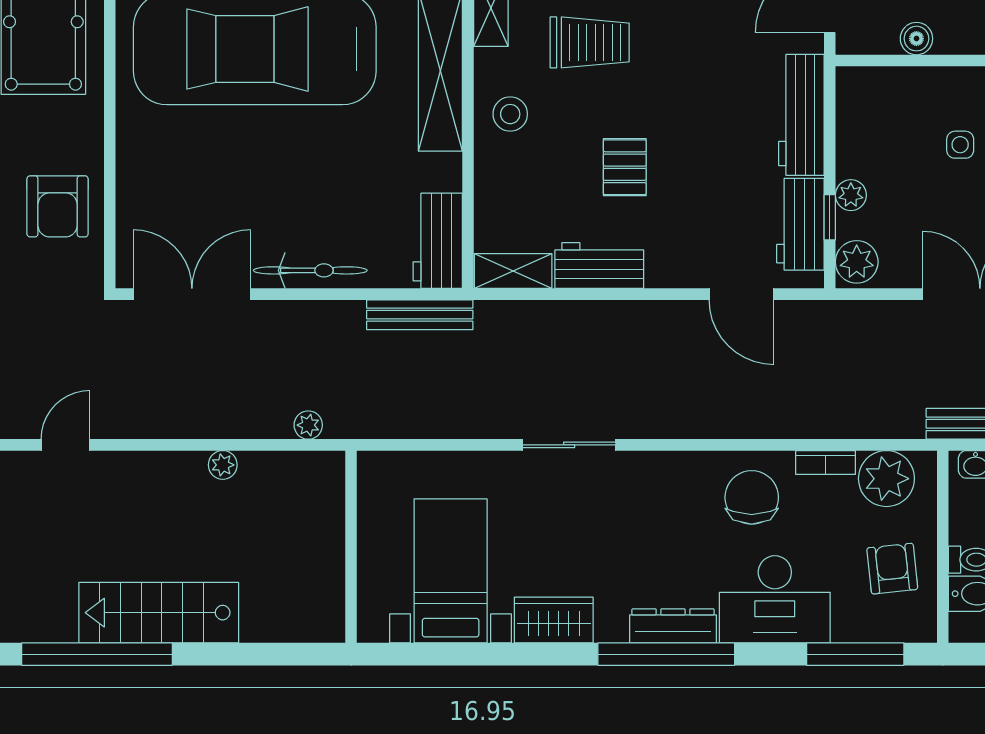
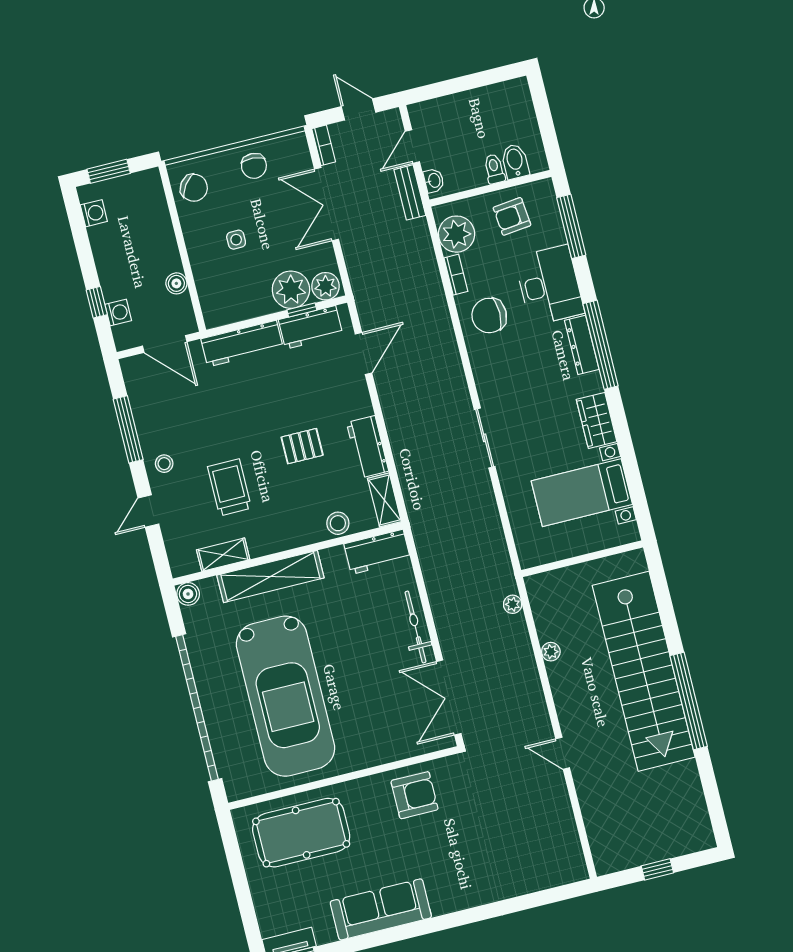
stool: (510, 114) -> (338, 523), moved
plant: (851, 195) -> (291, 290), width x1.87, depth x1.87
bench: (420, 315) -> (426, 552), removed
stairs: (159, 613) -> (644, 671), width x1.86, depth x1.51

